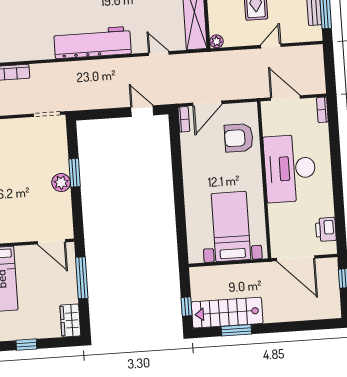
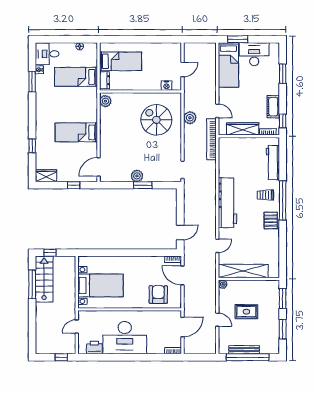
desk: (290, 168) -> (125, 338), moved, turned 180
door: (296, 258) -> (77, 327), width x0.53
window: (82, 278) -> (74, 185), width x0.46
window: (236, 330) -> (32, 284), width x1.44

